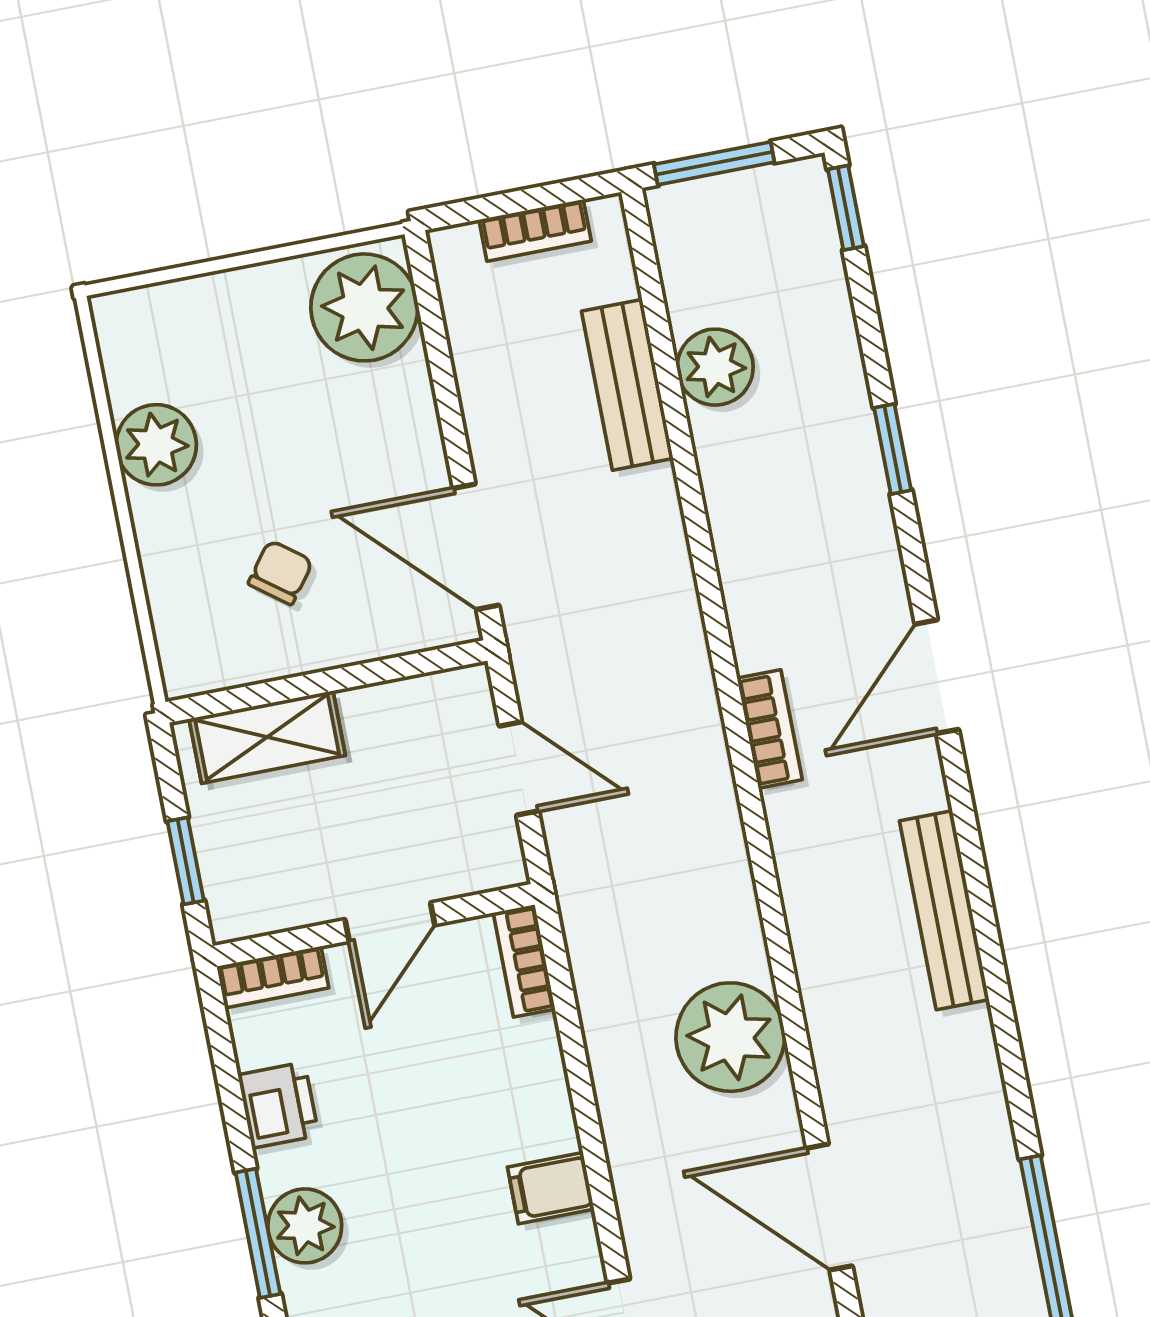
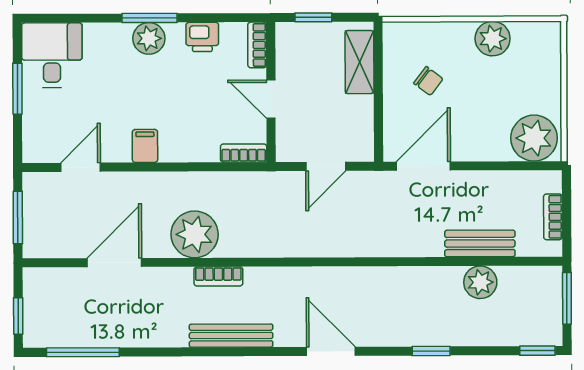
bookcase: (770, 729) -> (218, 276), moved

